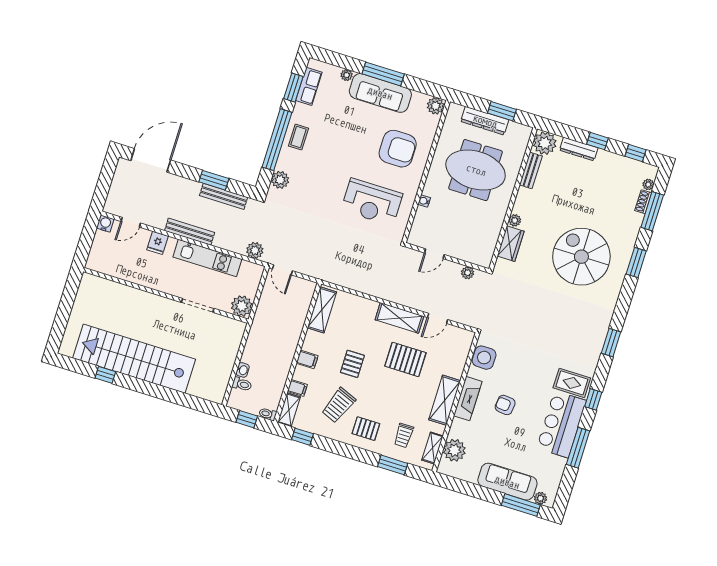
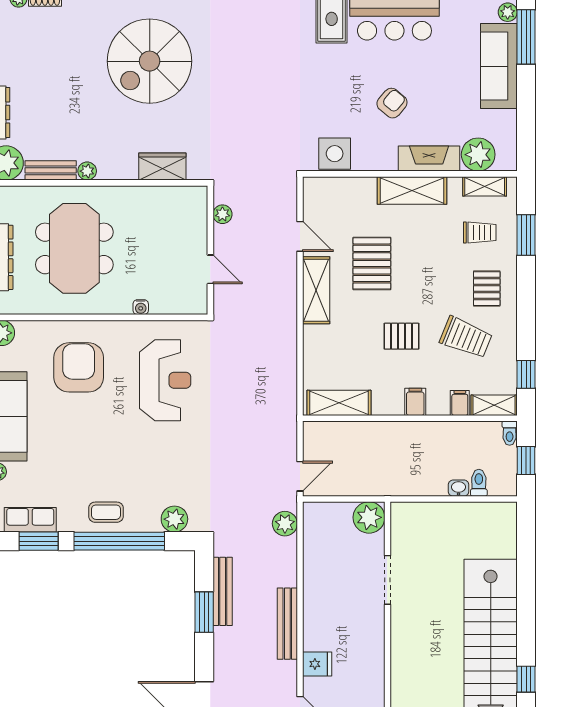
plant: (515, 220) -> (87, 171), moved
kitchen unit: (207, 258) -> (317, 587), removed
fireplace: (468, 399) -> (429, 159), moved
armchair: (505, 405) -> (392, 103), turned -146

